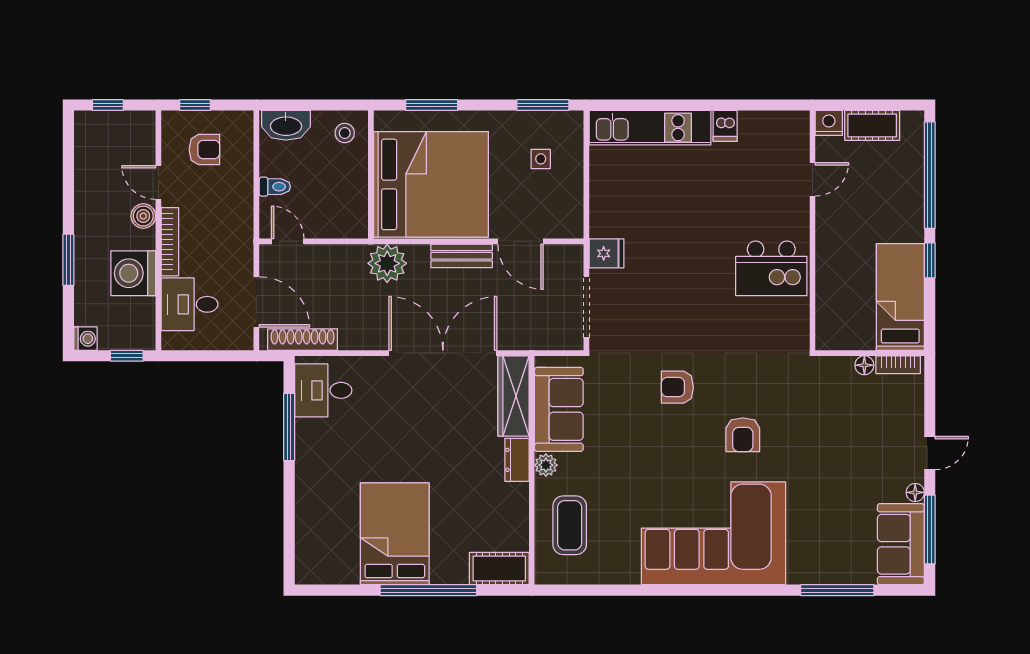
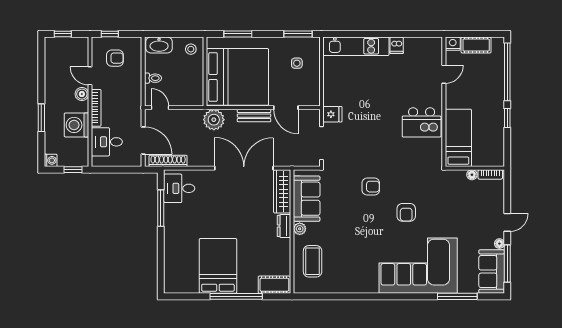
bed: (900, 297) -> (458, 138), moved
armchair: (677, 387) -> (371, 187), turned 180
corner sofa: (713, 533) -> (418, 266), moved

